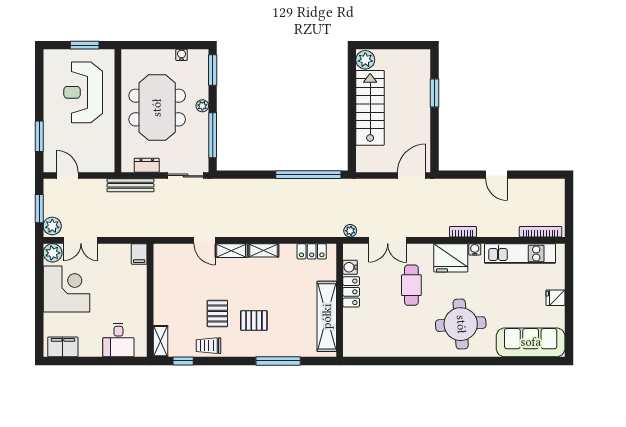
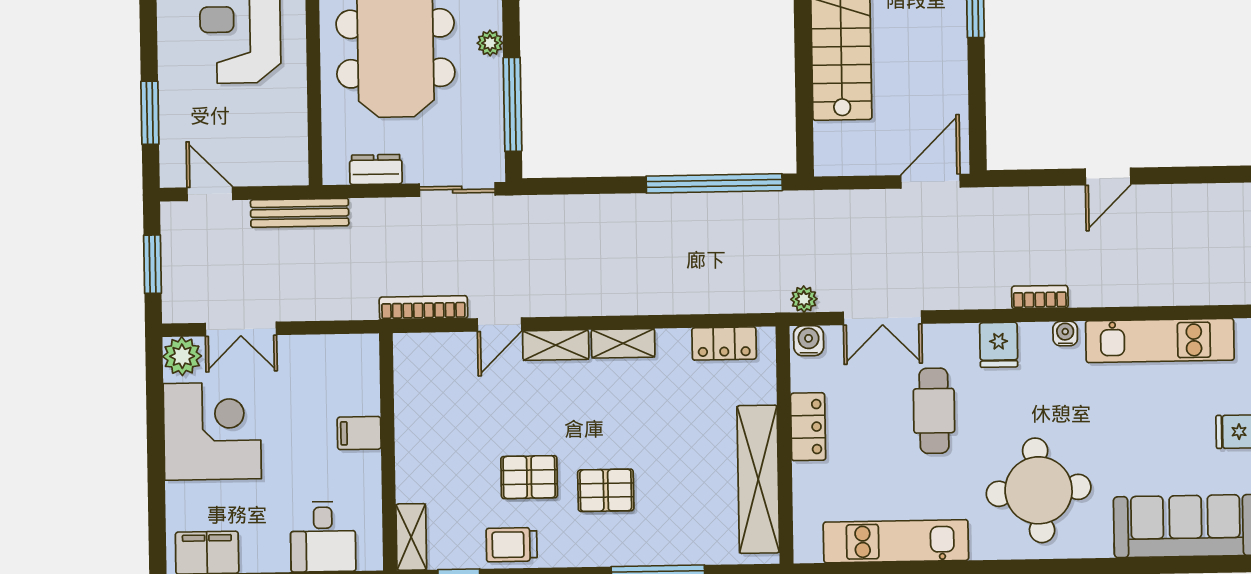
door: (496, 175) -> (1108, 176), hinge flipped
bench: (130, 185) -> (300, 213), moved
plant: (52, 226) -> (180, 300), removed
bookcase: (541, 232) -> (423, 308), moved
door: (205, 240) -> (500, 324), hinge flipped
filing cabinet: (139, 254) -> (359, 433), moved, turned 90
fridge: (451, 258) -> (999, 345), width x0.53, depth x0.75
water cooler: (350, 267) -> (809, 341), moved, turned 90
pallet: (217, 314) -> (529, 477), turned 90
kitchen unit: (392, 347) -> (896, 541), added

